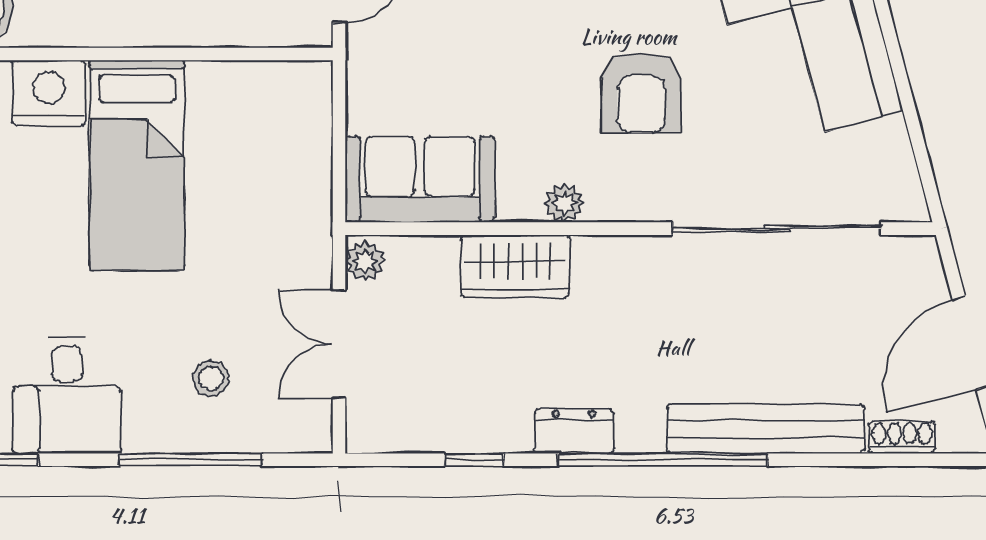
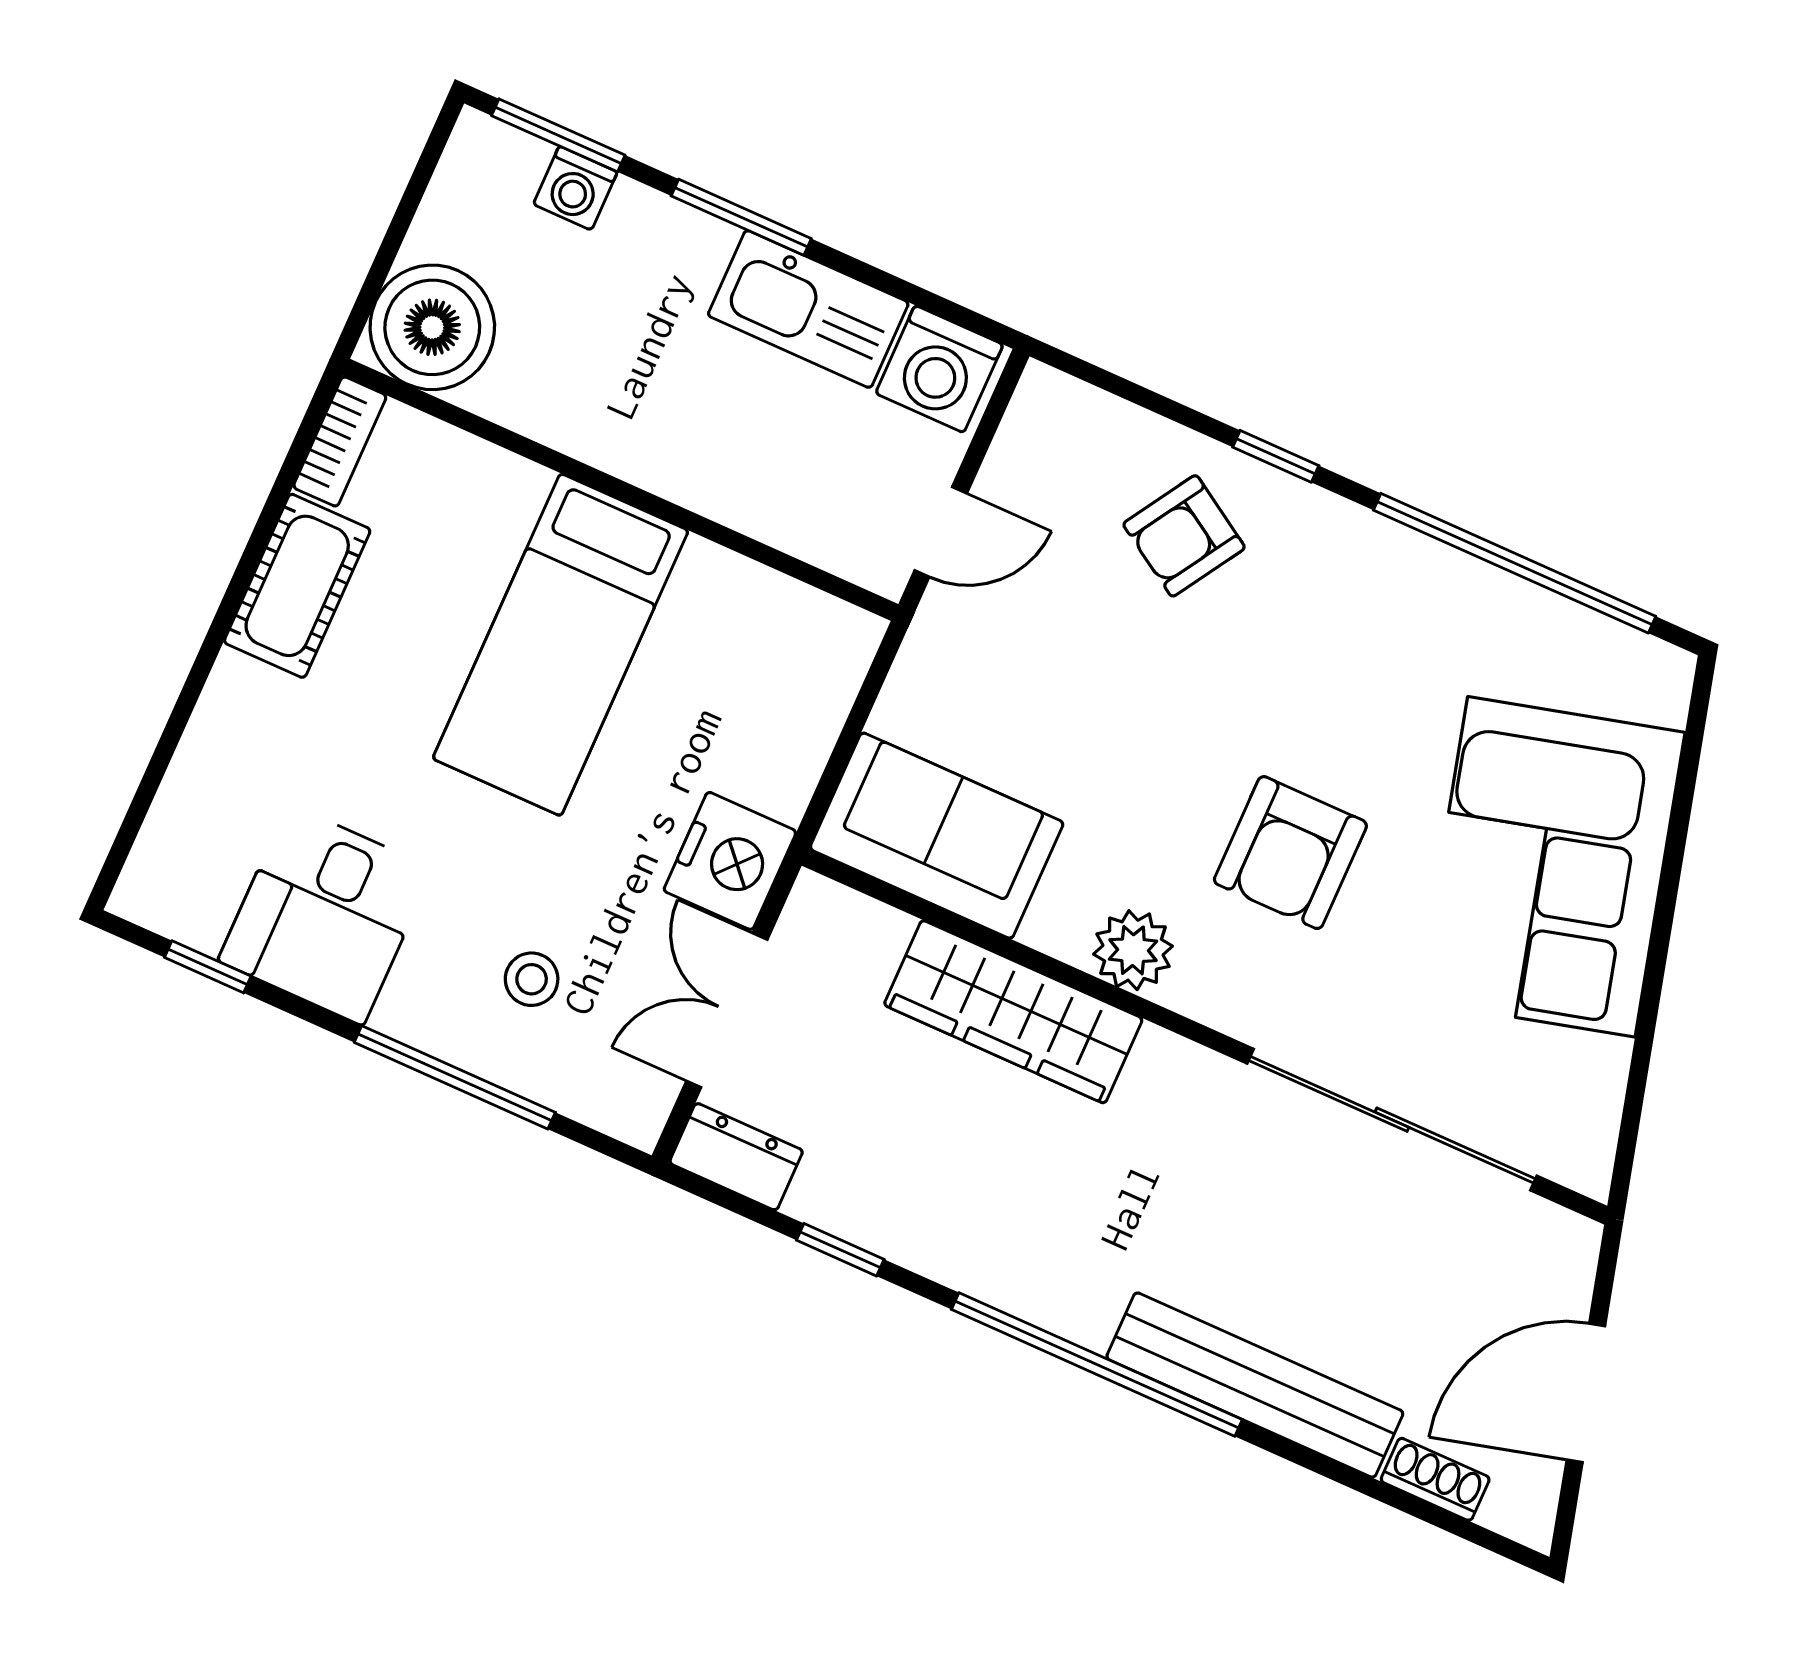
nightstand: (49, 93) -> (730, 861), moved, turned 90
plant: (564, 203) -> (1133, 950), width x1.38, depth x1.38
plant: (365, 261) -> (813, 913), removed
wardrobe: (515, 266) -> (1013, 1012), width x1.50
dresser: (574, 431) -> (736, 1157), moved

